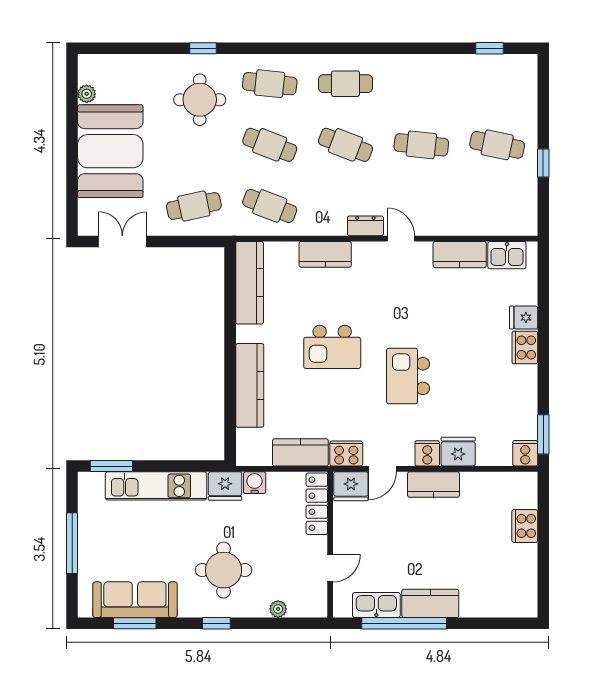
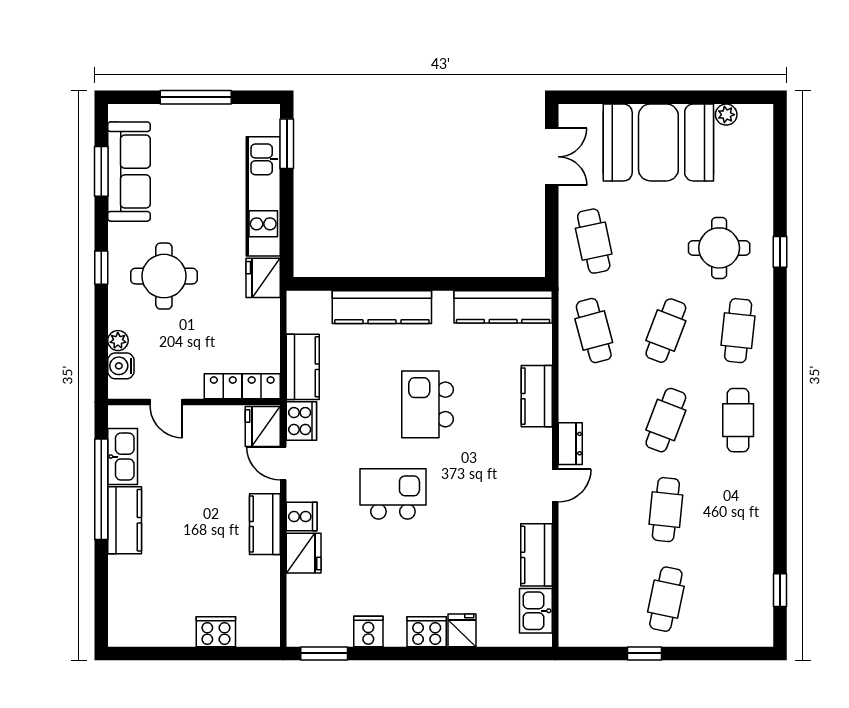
cafe table: (270, 206) -> (594, 331), turned -36
cooker: (525, 453) -> (368, 631), moved, turned -90
water cooler: (255, 483) -> (121, 366), moved, turned 180

